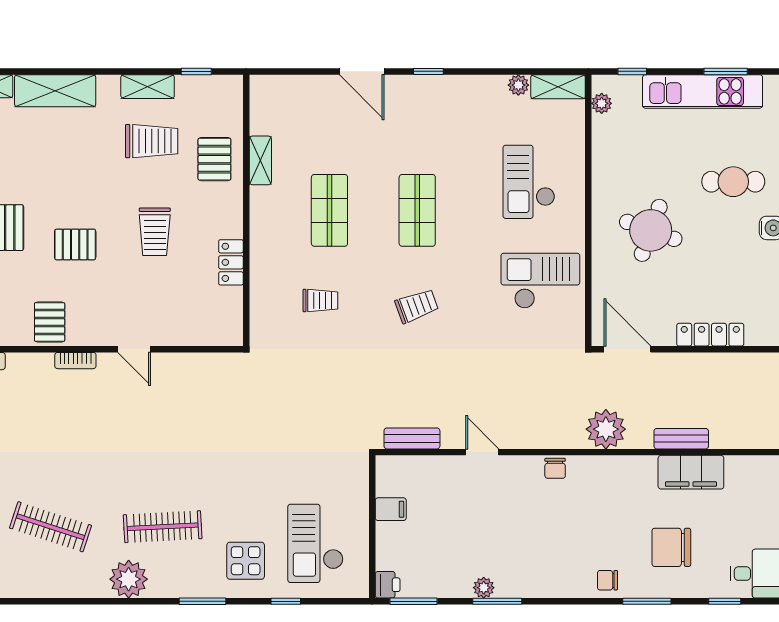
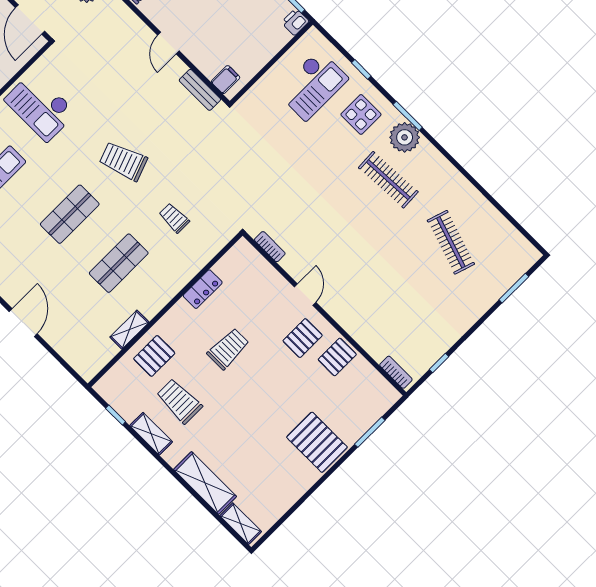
pallet: (75, 244) -> (303, 338), moved, turned 90
trolley: (417, 306) -> (123, 161), width x1.36, depth x1.39
bookcase: (75, 361) -> (270, 247), moved
filing cabinet: (391, 509) -> (226, 80), moved, turned 90
plant: (129, 579) -> (405, 137), moved

